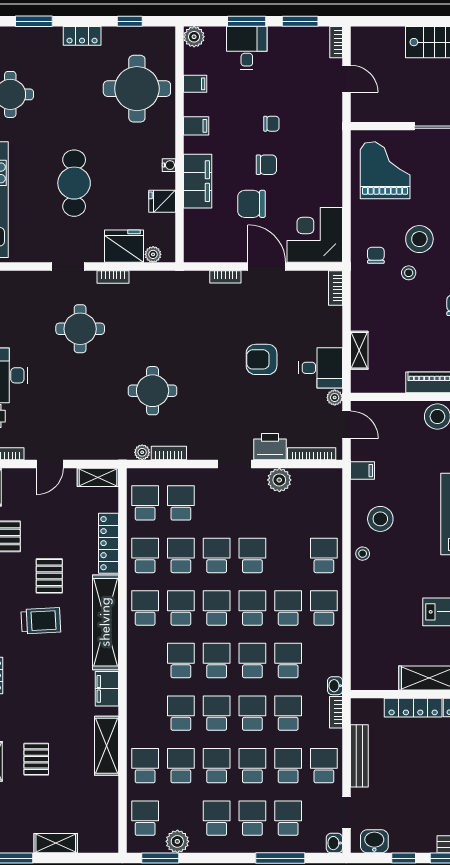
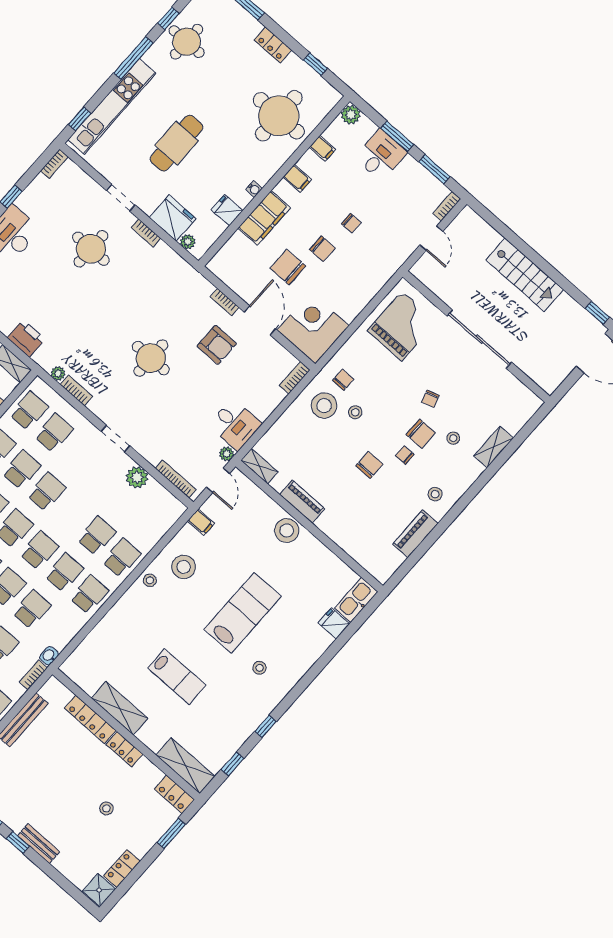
stool: (419, 239) -> (324, 406), moved
shelving: (359, 350) -> (259, 466), moved, turned 90
armchair: (262, 359) -> (217, 345), moved, turned 180
round table: (153, 391) -> (151, 358), moved
printer: (270, 447) -> (26, 338), moved
school desk: (252, 555) -> (97, 536), moved

